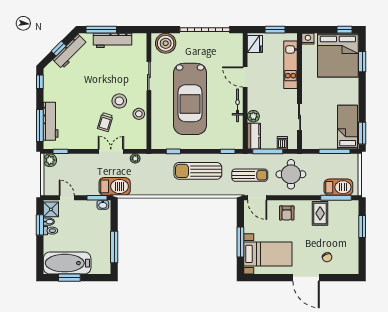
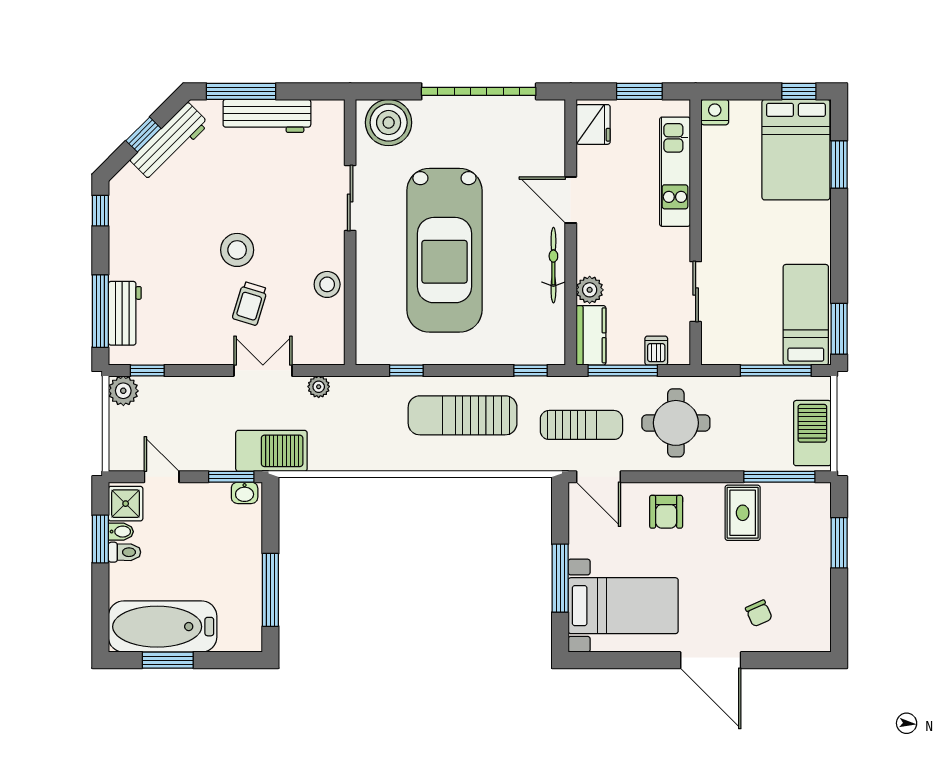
bed: (338, 55) -> (796, 150), width x0.73
stool: (119, 101) -> (237, 250), moved
workbench: (51, 121) -> (125, 313), width x0.73
barbecue: (338, 187) -> (812, 433), moved, turned -90

